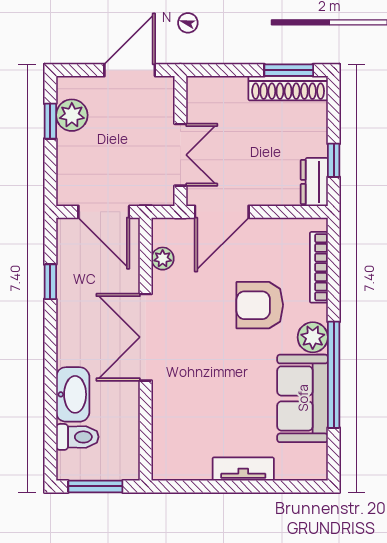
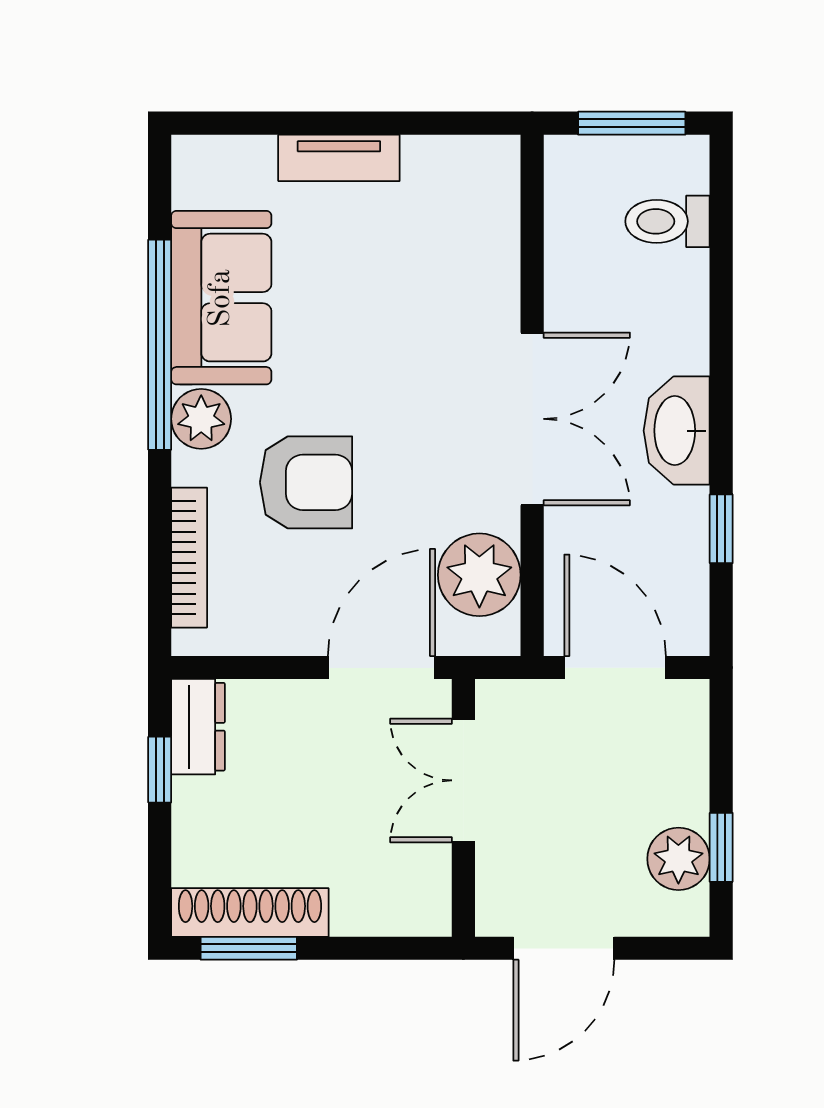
plant: (163, 259) -> (479, 575), width x1.88, depth x1.88
washbasin: (73, 394) -> (677, 431), moved

